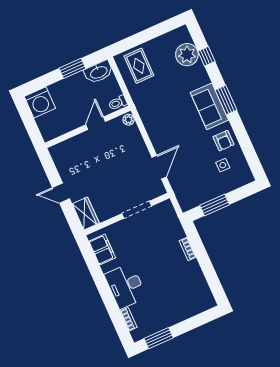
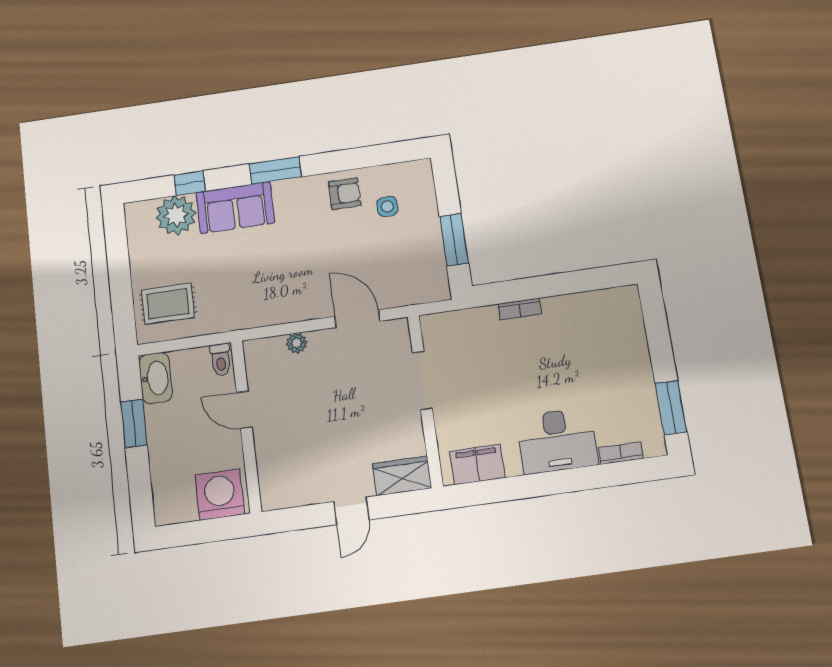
washing machine: (40, 102) -> (220, 494), moved, turned -90
sofa: (209, 106) -> (235, 208), moved
plant: (129, 120) -> (297, 343), moved

